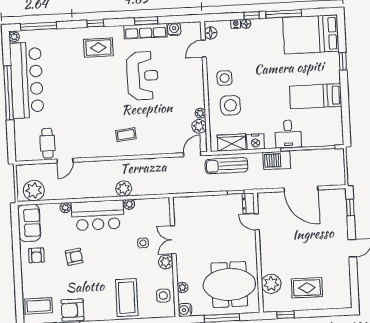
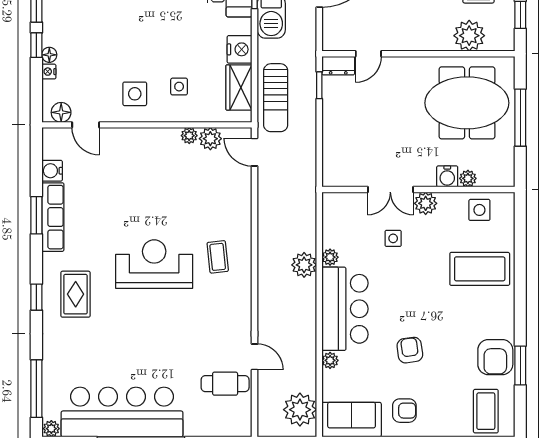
reception desk: (142, 76) -> (154, 264), moved
side table: (230, 105) -> (179, 87), width x0.54, depth x0.54
meeting table: (229, 285) -> (467, 103), turned 90
water cooler: (185, 310) -> (447, 176), moved

